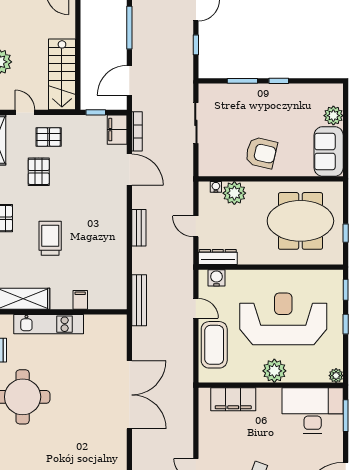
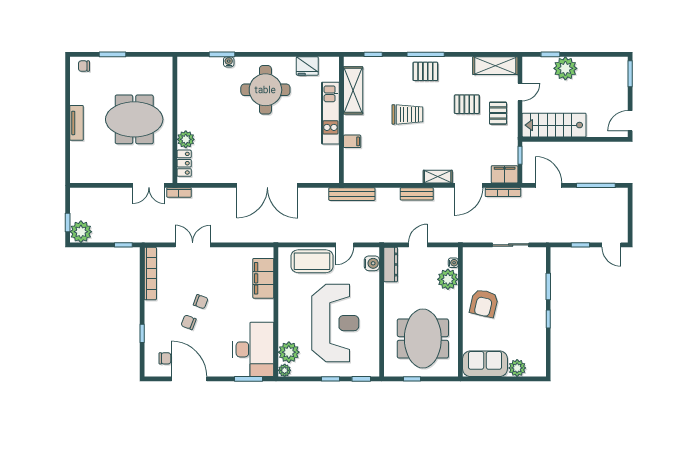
shelving: (120, 204) -> (438, 177), added
plant: (274, 371) -> (289, 352), moved

